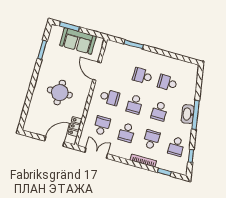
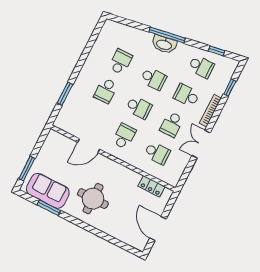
sofa: (78, 41) -> (48, 191), moved, turned -90
school desk: (167, 83) -> (120, 62), turned 180
round table: (60, 93) -> (93, 199), moved
school desk: (102, 126) -> (157, 153), turned 180
school desk: (127, 133) -> (172, 124), turned 90
door: (54, 141) -> (158, 229), moved
double door: (96, 153) -> (201, 144), moved

